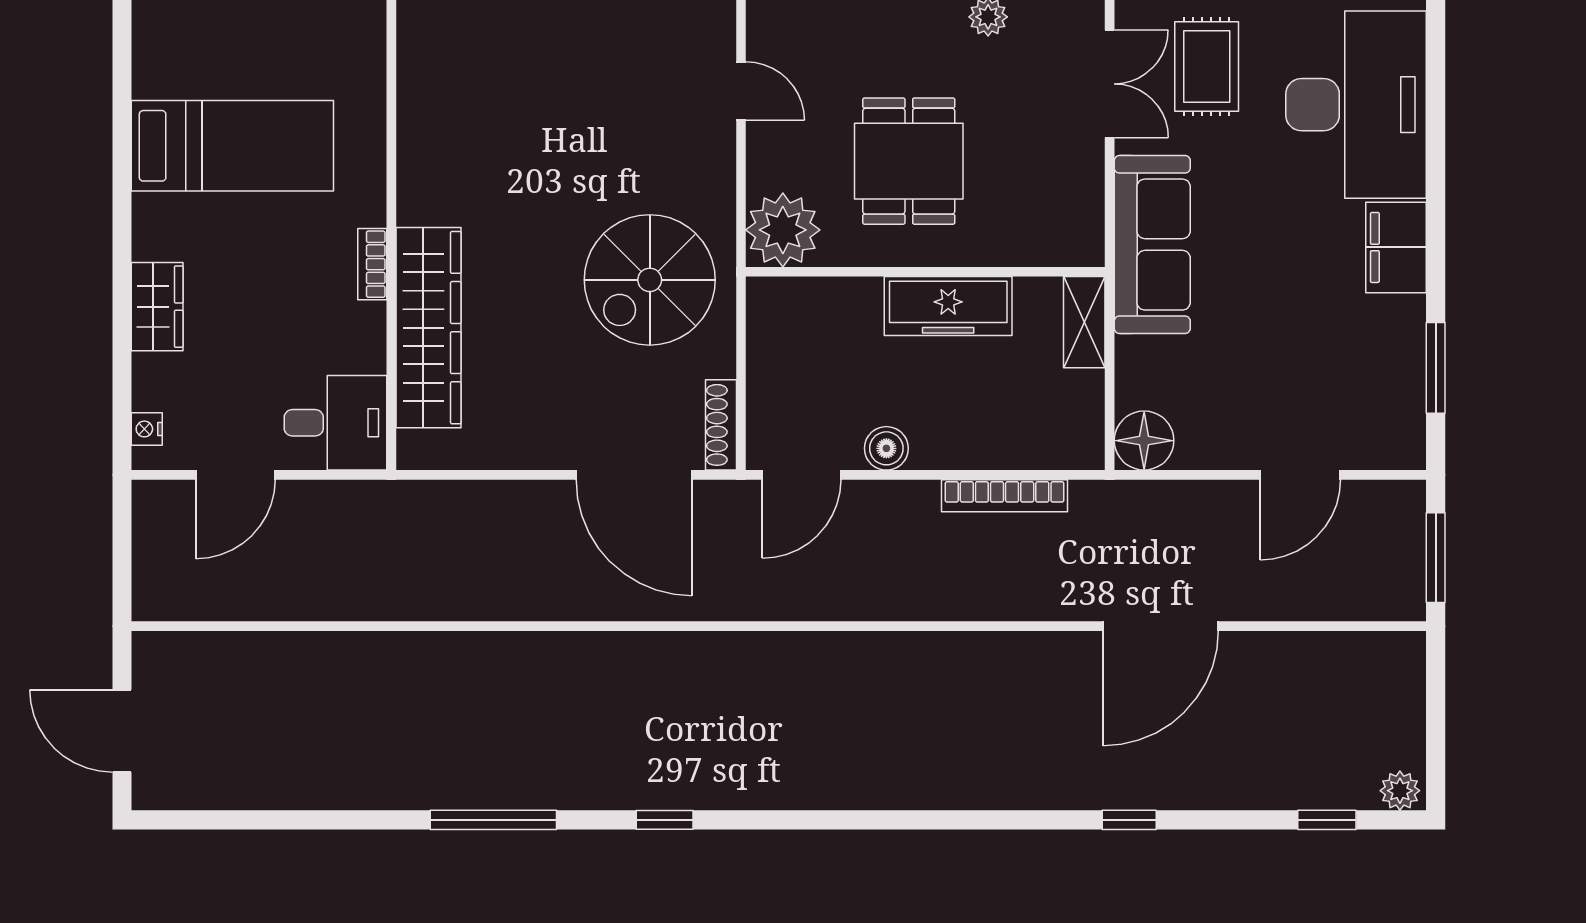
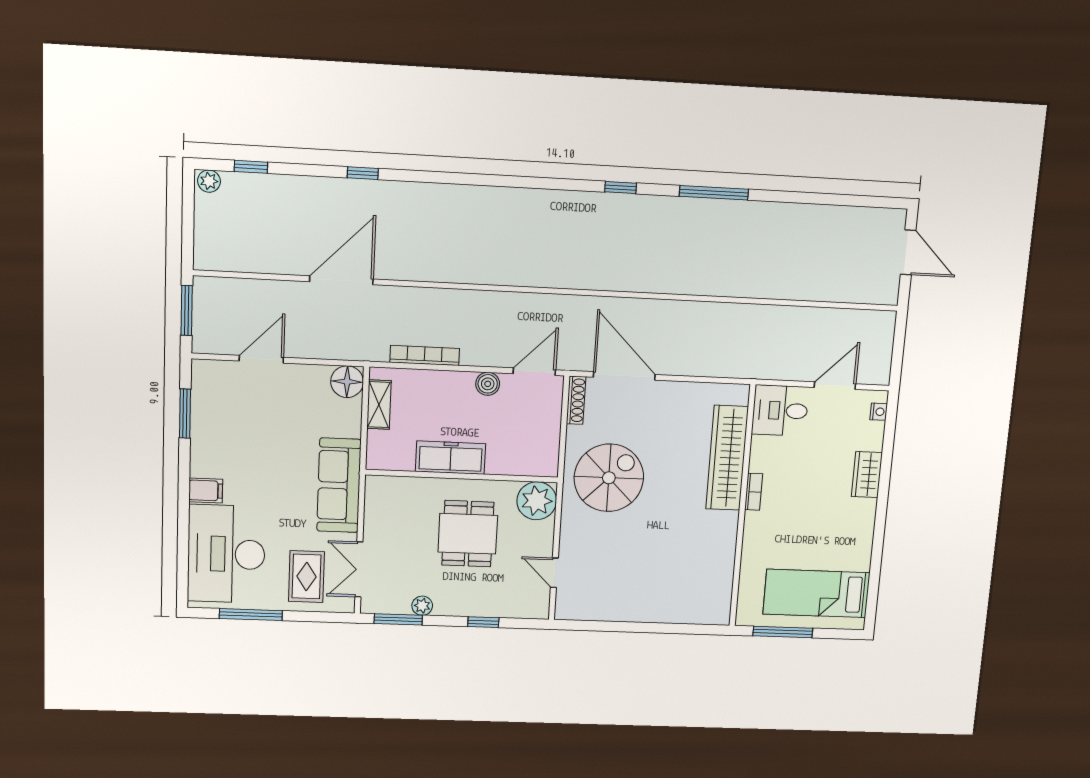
bed: (232, 146) -> (816, 593), moved
filing cabinet: (1396, 247) -> (206, 491), width x0.50
shelving: (1084, 322) -> (379, 405), moved

